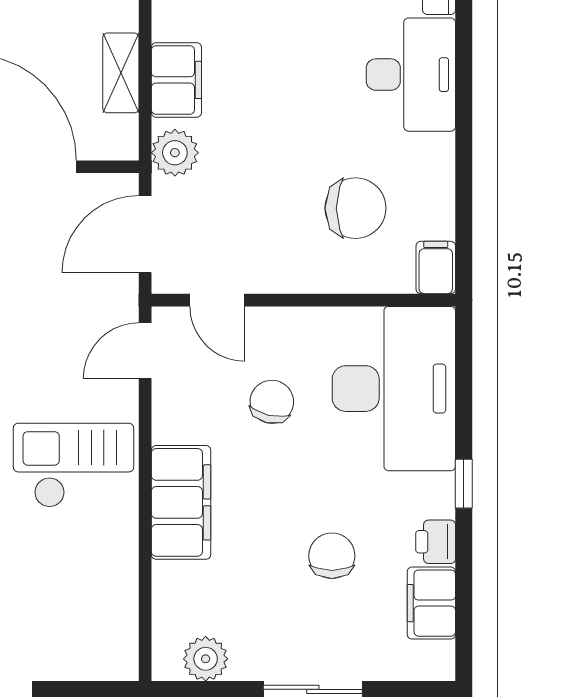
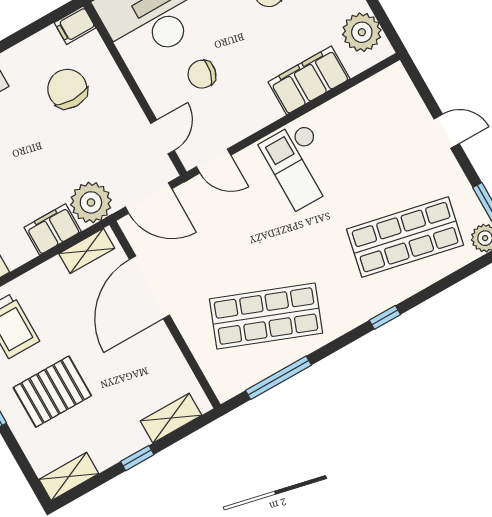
shelving: (121, 73) -> (87, 251), moved
plant: (175, 153) -> (91, 202), width x1.36, depth x1.36
filing cabinet: (181, 502) -> (309, 80), moved
plant: (206, 659) -> (362, 32), width x1.36, depth x1.36

